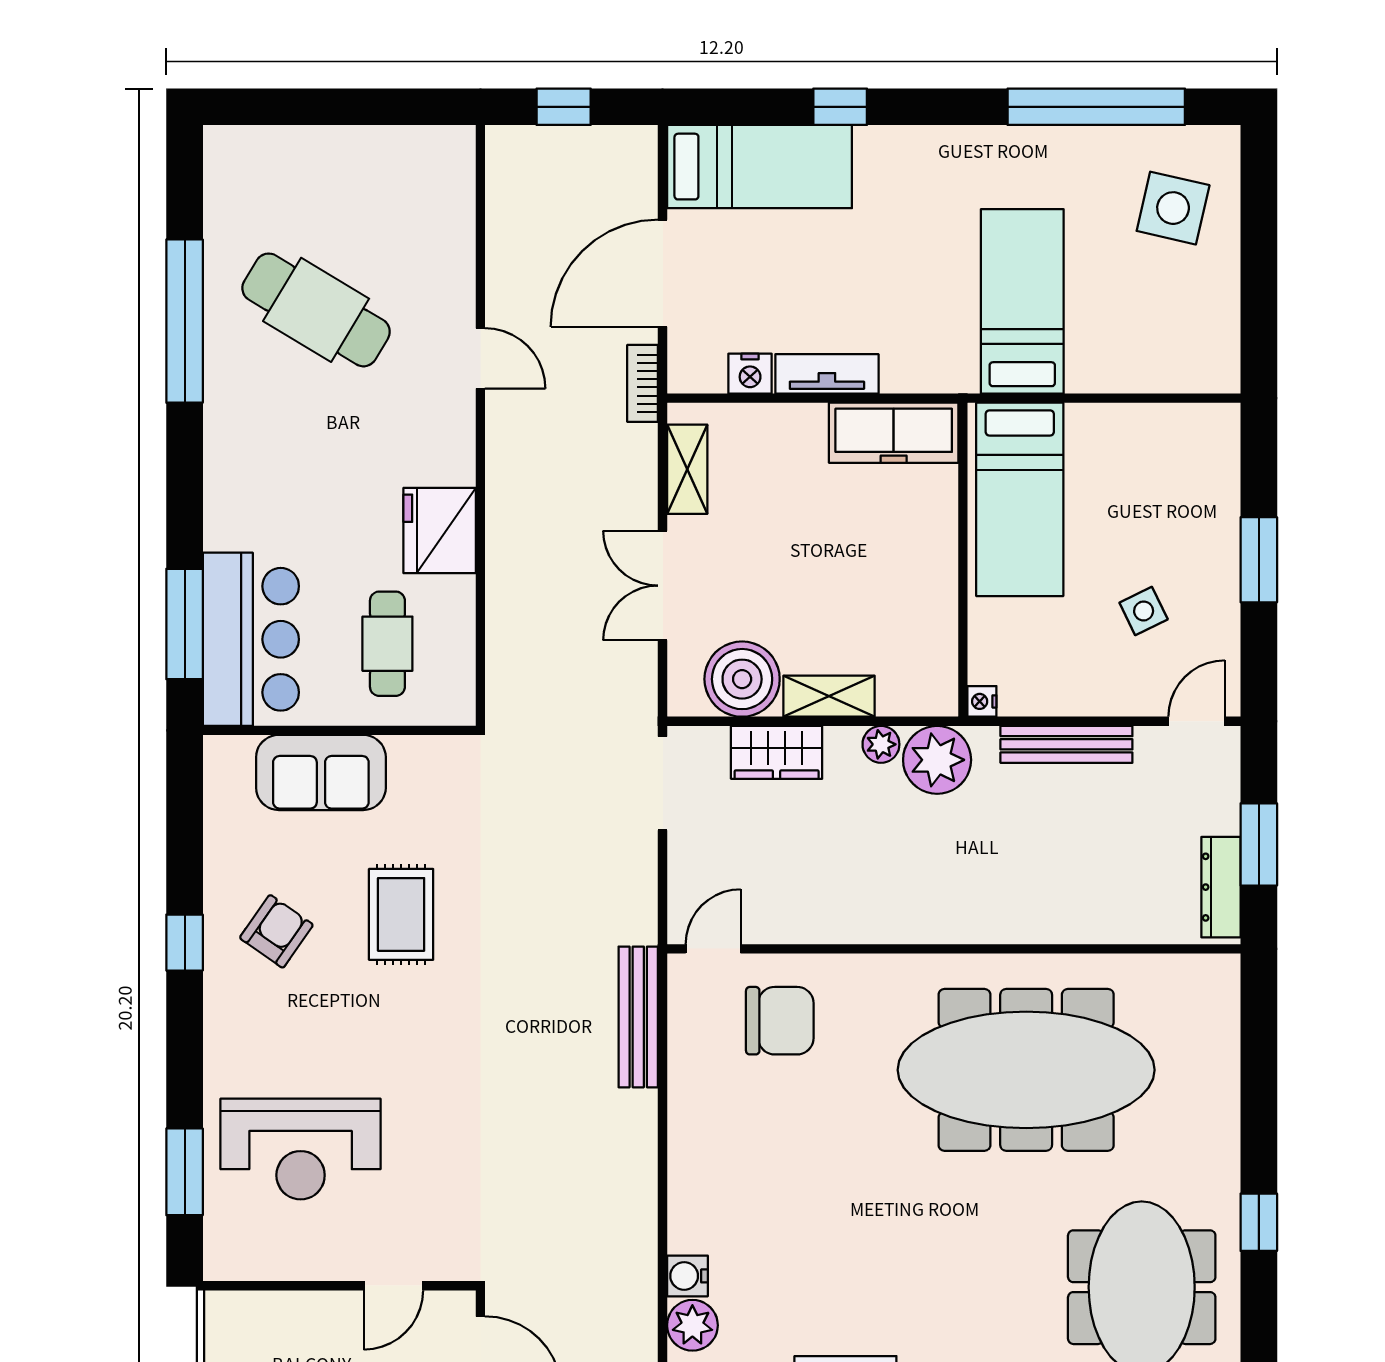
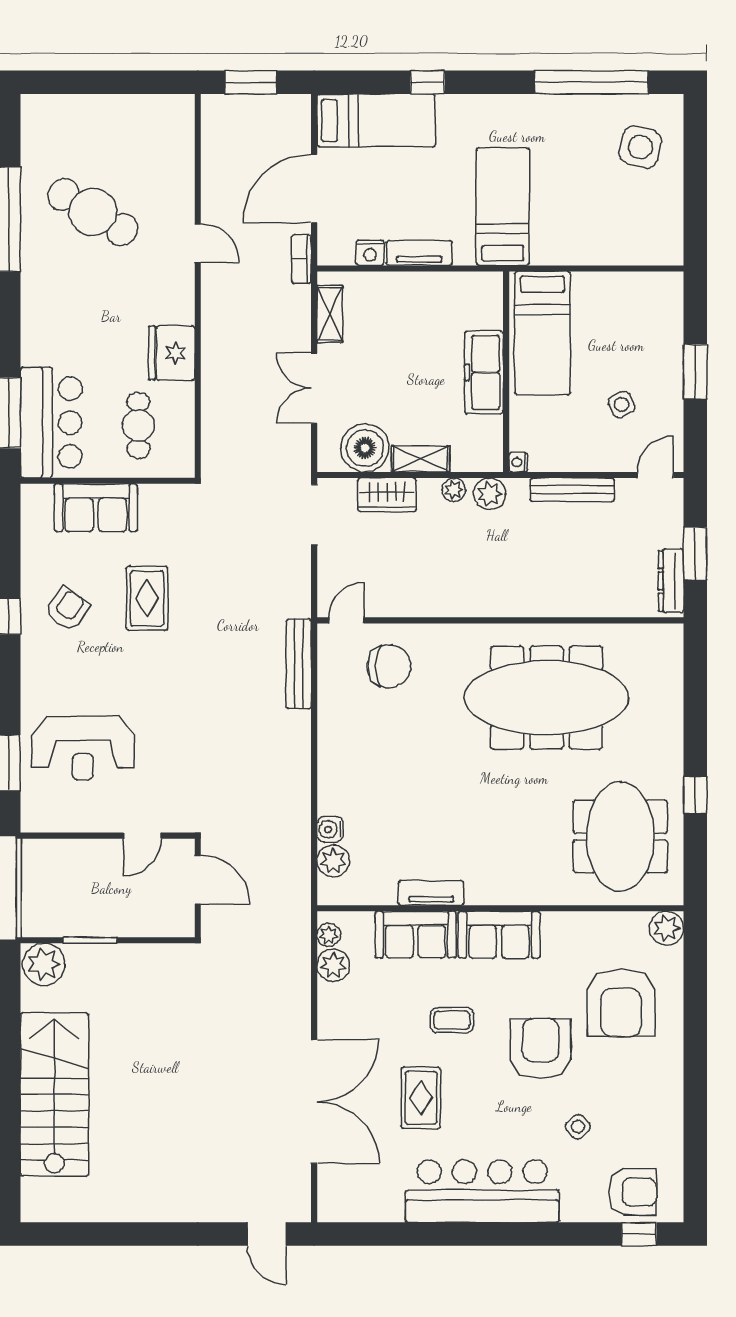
window: (564, 107) -> (251, 82), width x1.50
bed: (1022, 301) -> (503, 207), moved
freezer: (894, 433) -> (484, 372), moved, turned 90
plant: (937, 760) -> (490, 494), width x0.73, depth x0.73

